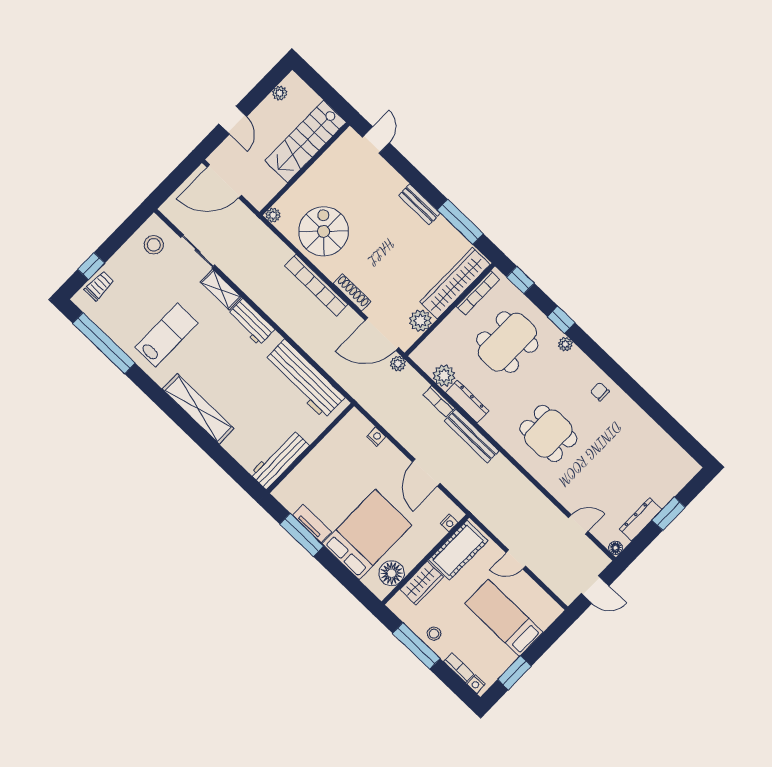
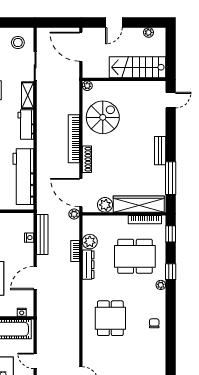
bench: (472, 436) -> (42, 234), moved

